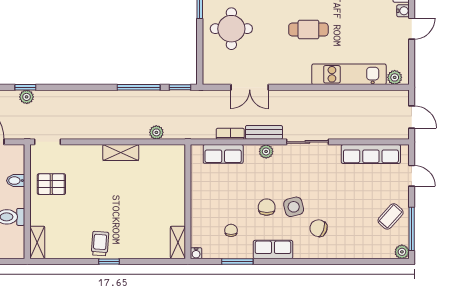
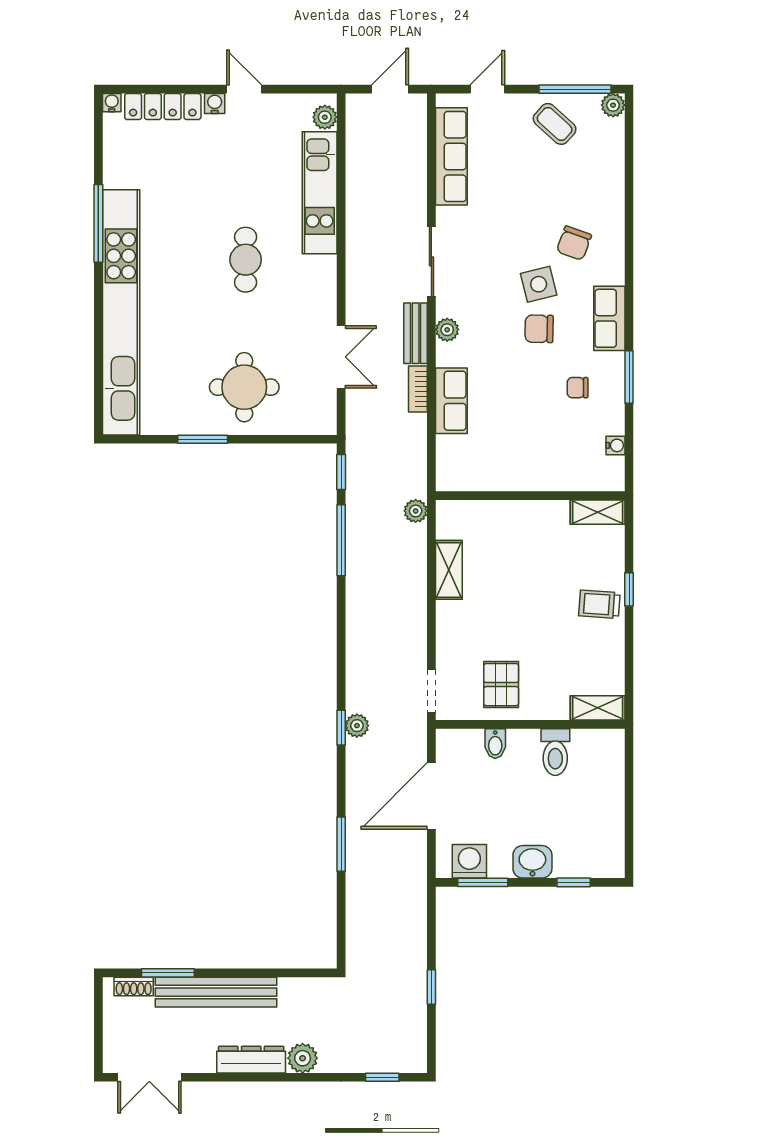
wall: (188, 202) -> (530, 496), moved
shelving: (178, 243) -> (598, 512), moved

